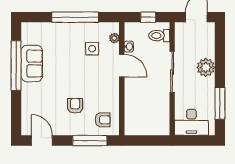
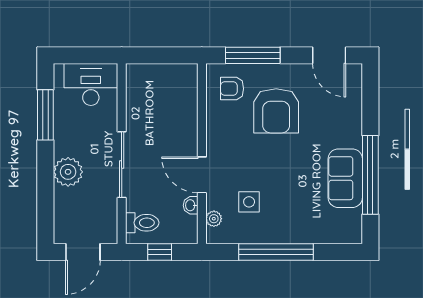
armchair: (75, 106) -> (276, 111), width x1.88, depth x1.88

